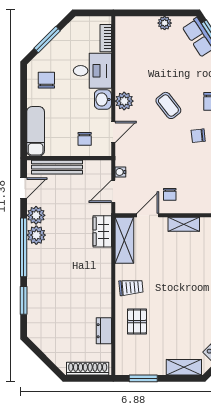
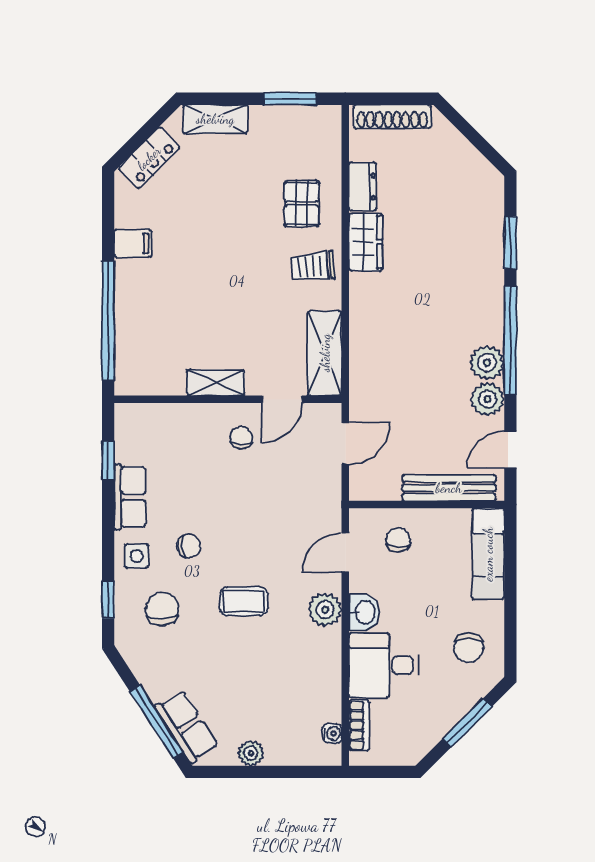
coffee table: (168, 105) -> (244, 601), turned -52
water cooler: (120, 172) -> (332, 733), moved
wardrobe: (102, 231) -> (366, 242), moved

